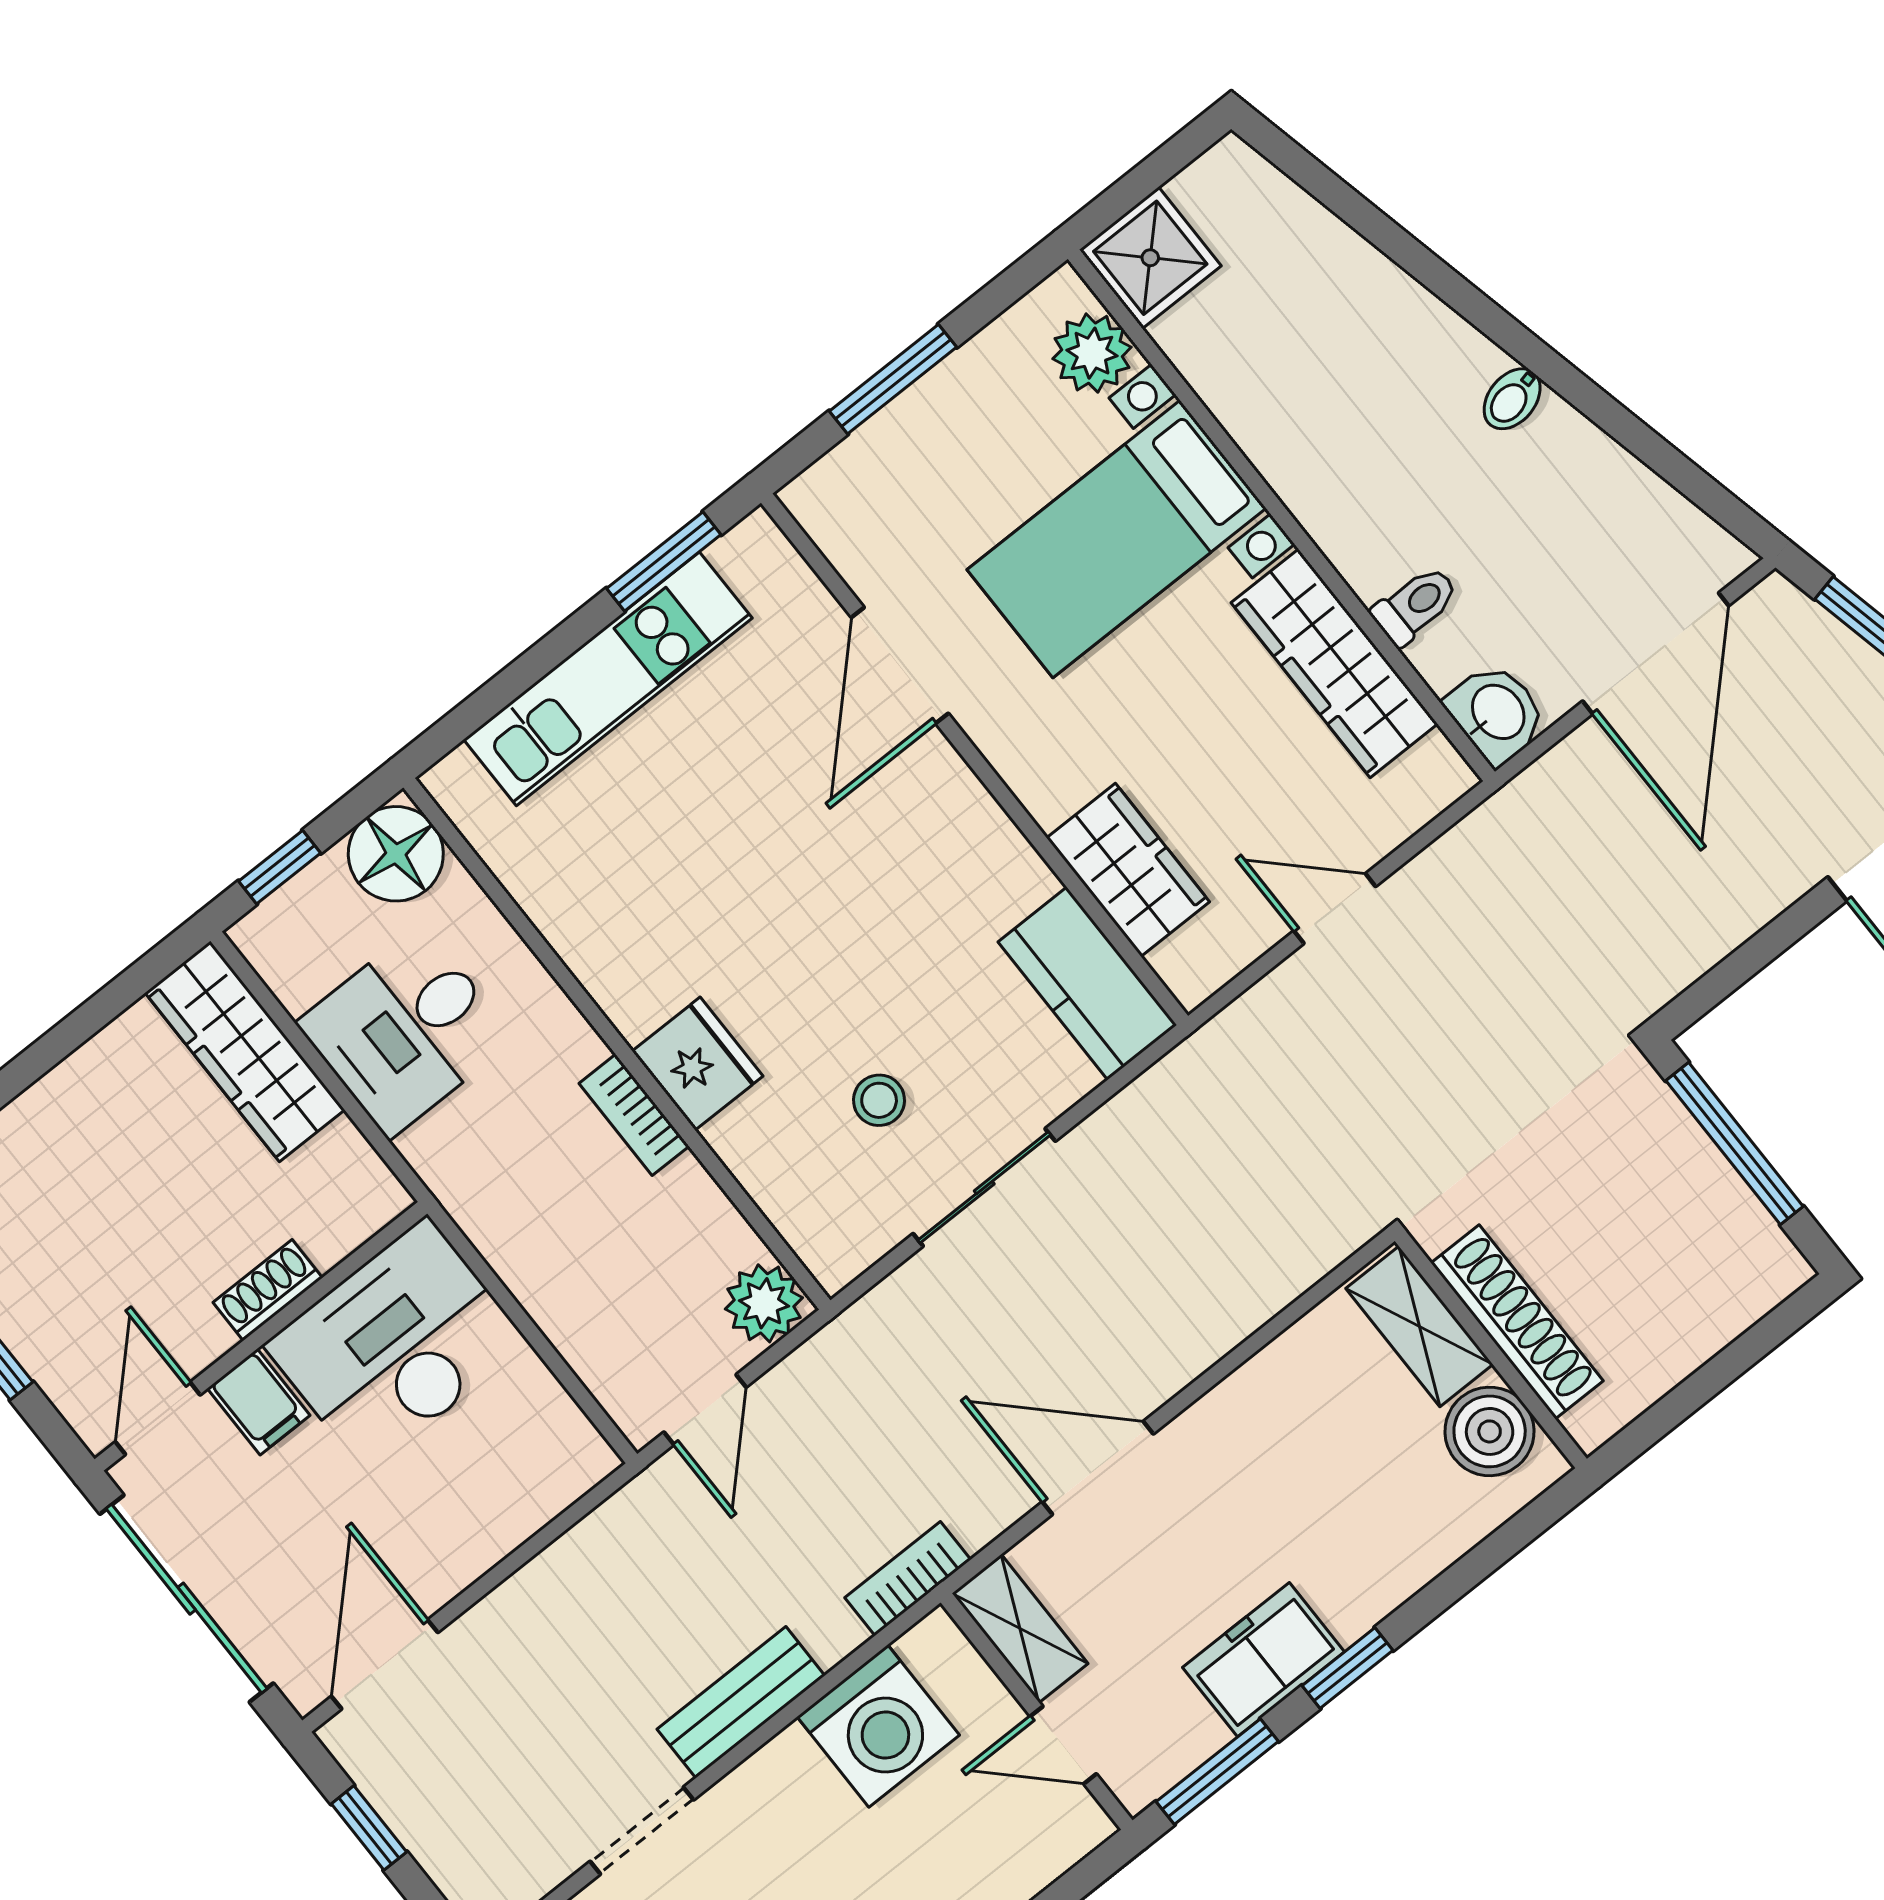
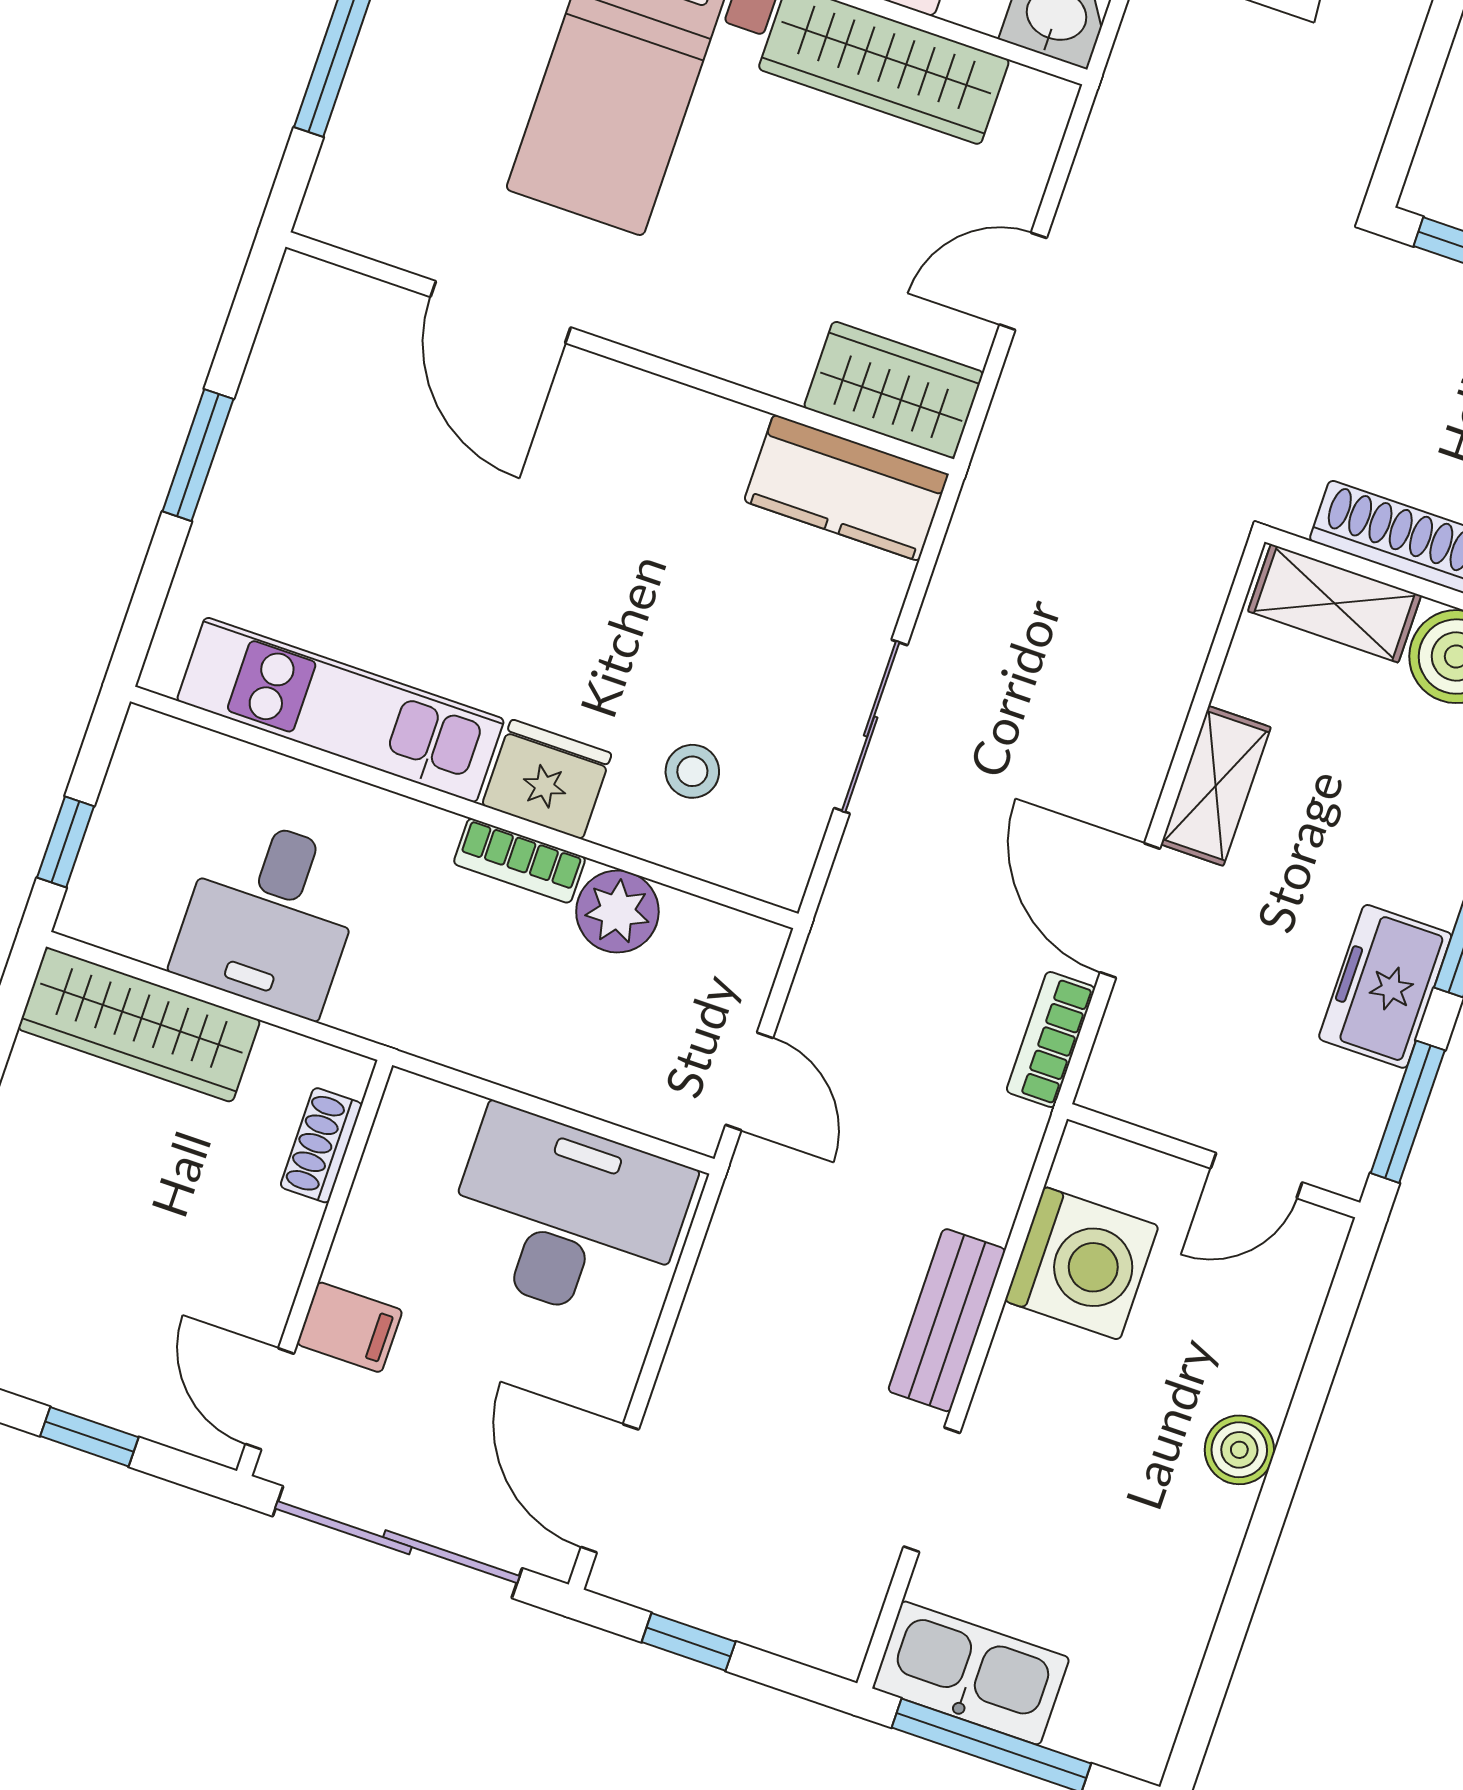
window: (664, 561) -> (198, 455), moved
kitchen unit: (608, 679) -> (341, 710), moved, turned -90
floor lamp: (396, 854) -> (161, 764), removed
wardrobe: (1128, 870) -> (894, 390), moved
stool: (879, 1100) -> (692, 771), moved
shoe rack: (268, 1290) -> (321, 1145), moved
plant: (764, 1303) -> (617, 911), moved
desk: (396, 1344) -> (567, 1217), moved, turned 90
door: (1098, 1468) -> (1130, 910), hinge flipped
bookcase: (908, 1579) -> (1051, 1039), moved
shelving: (1020, 1628) -> (1216, 786), moved, turned 90

